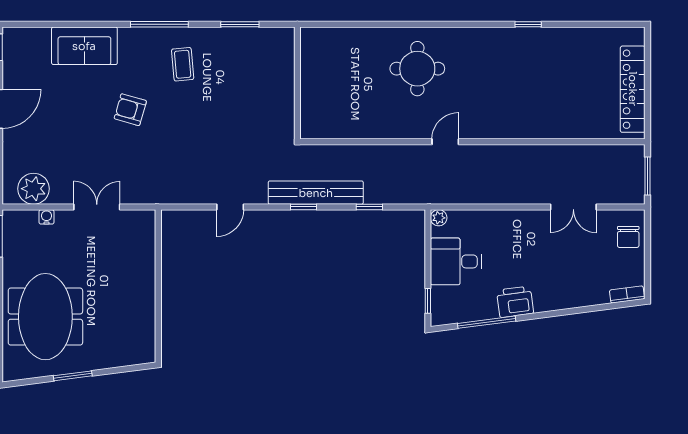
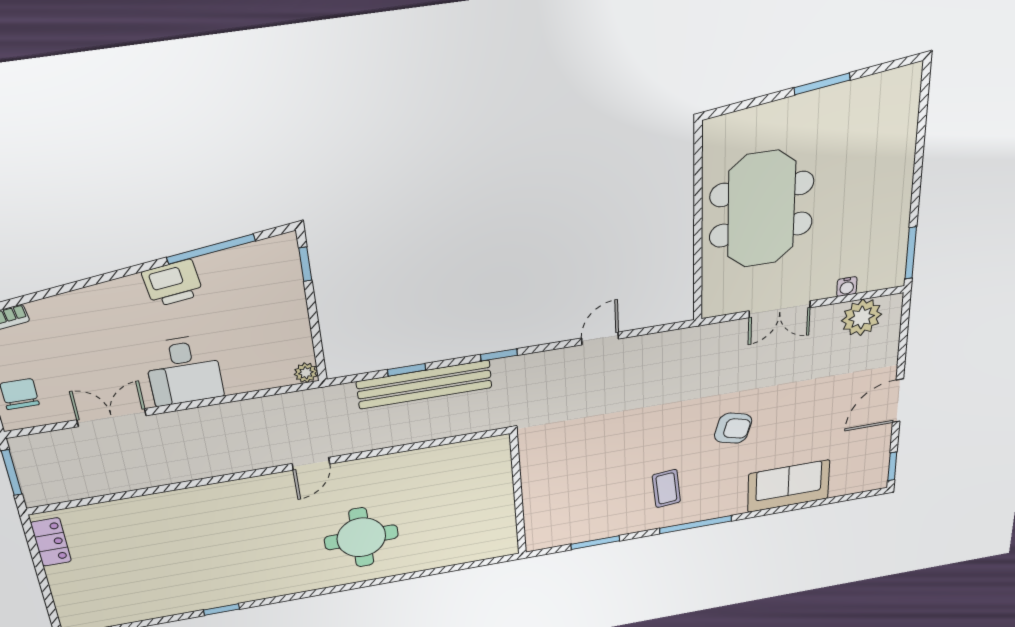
locker: (633, 89) -> (51, 542), width x0.46, depth x0.83
bench: (316, 193) -> (424, 385), moved
desk: (456, 261) -> (184, 370), moved, turned 90
meeting table: (45, 317) -> (761, 209), moved

